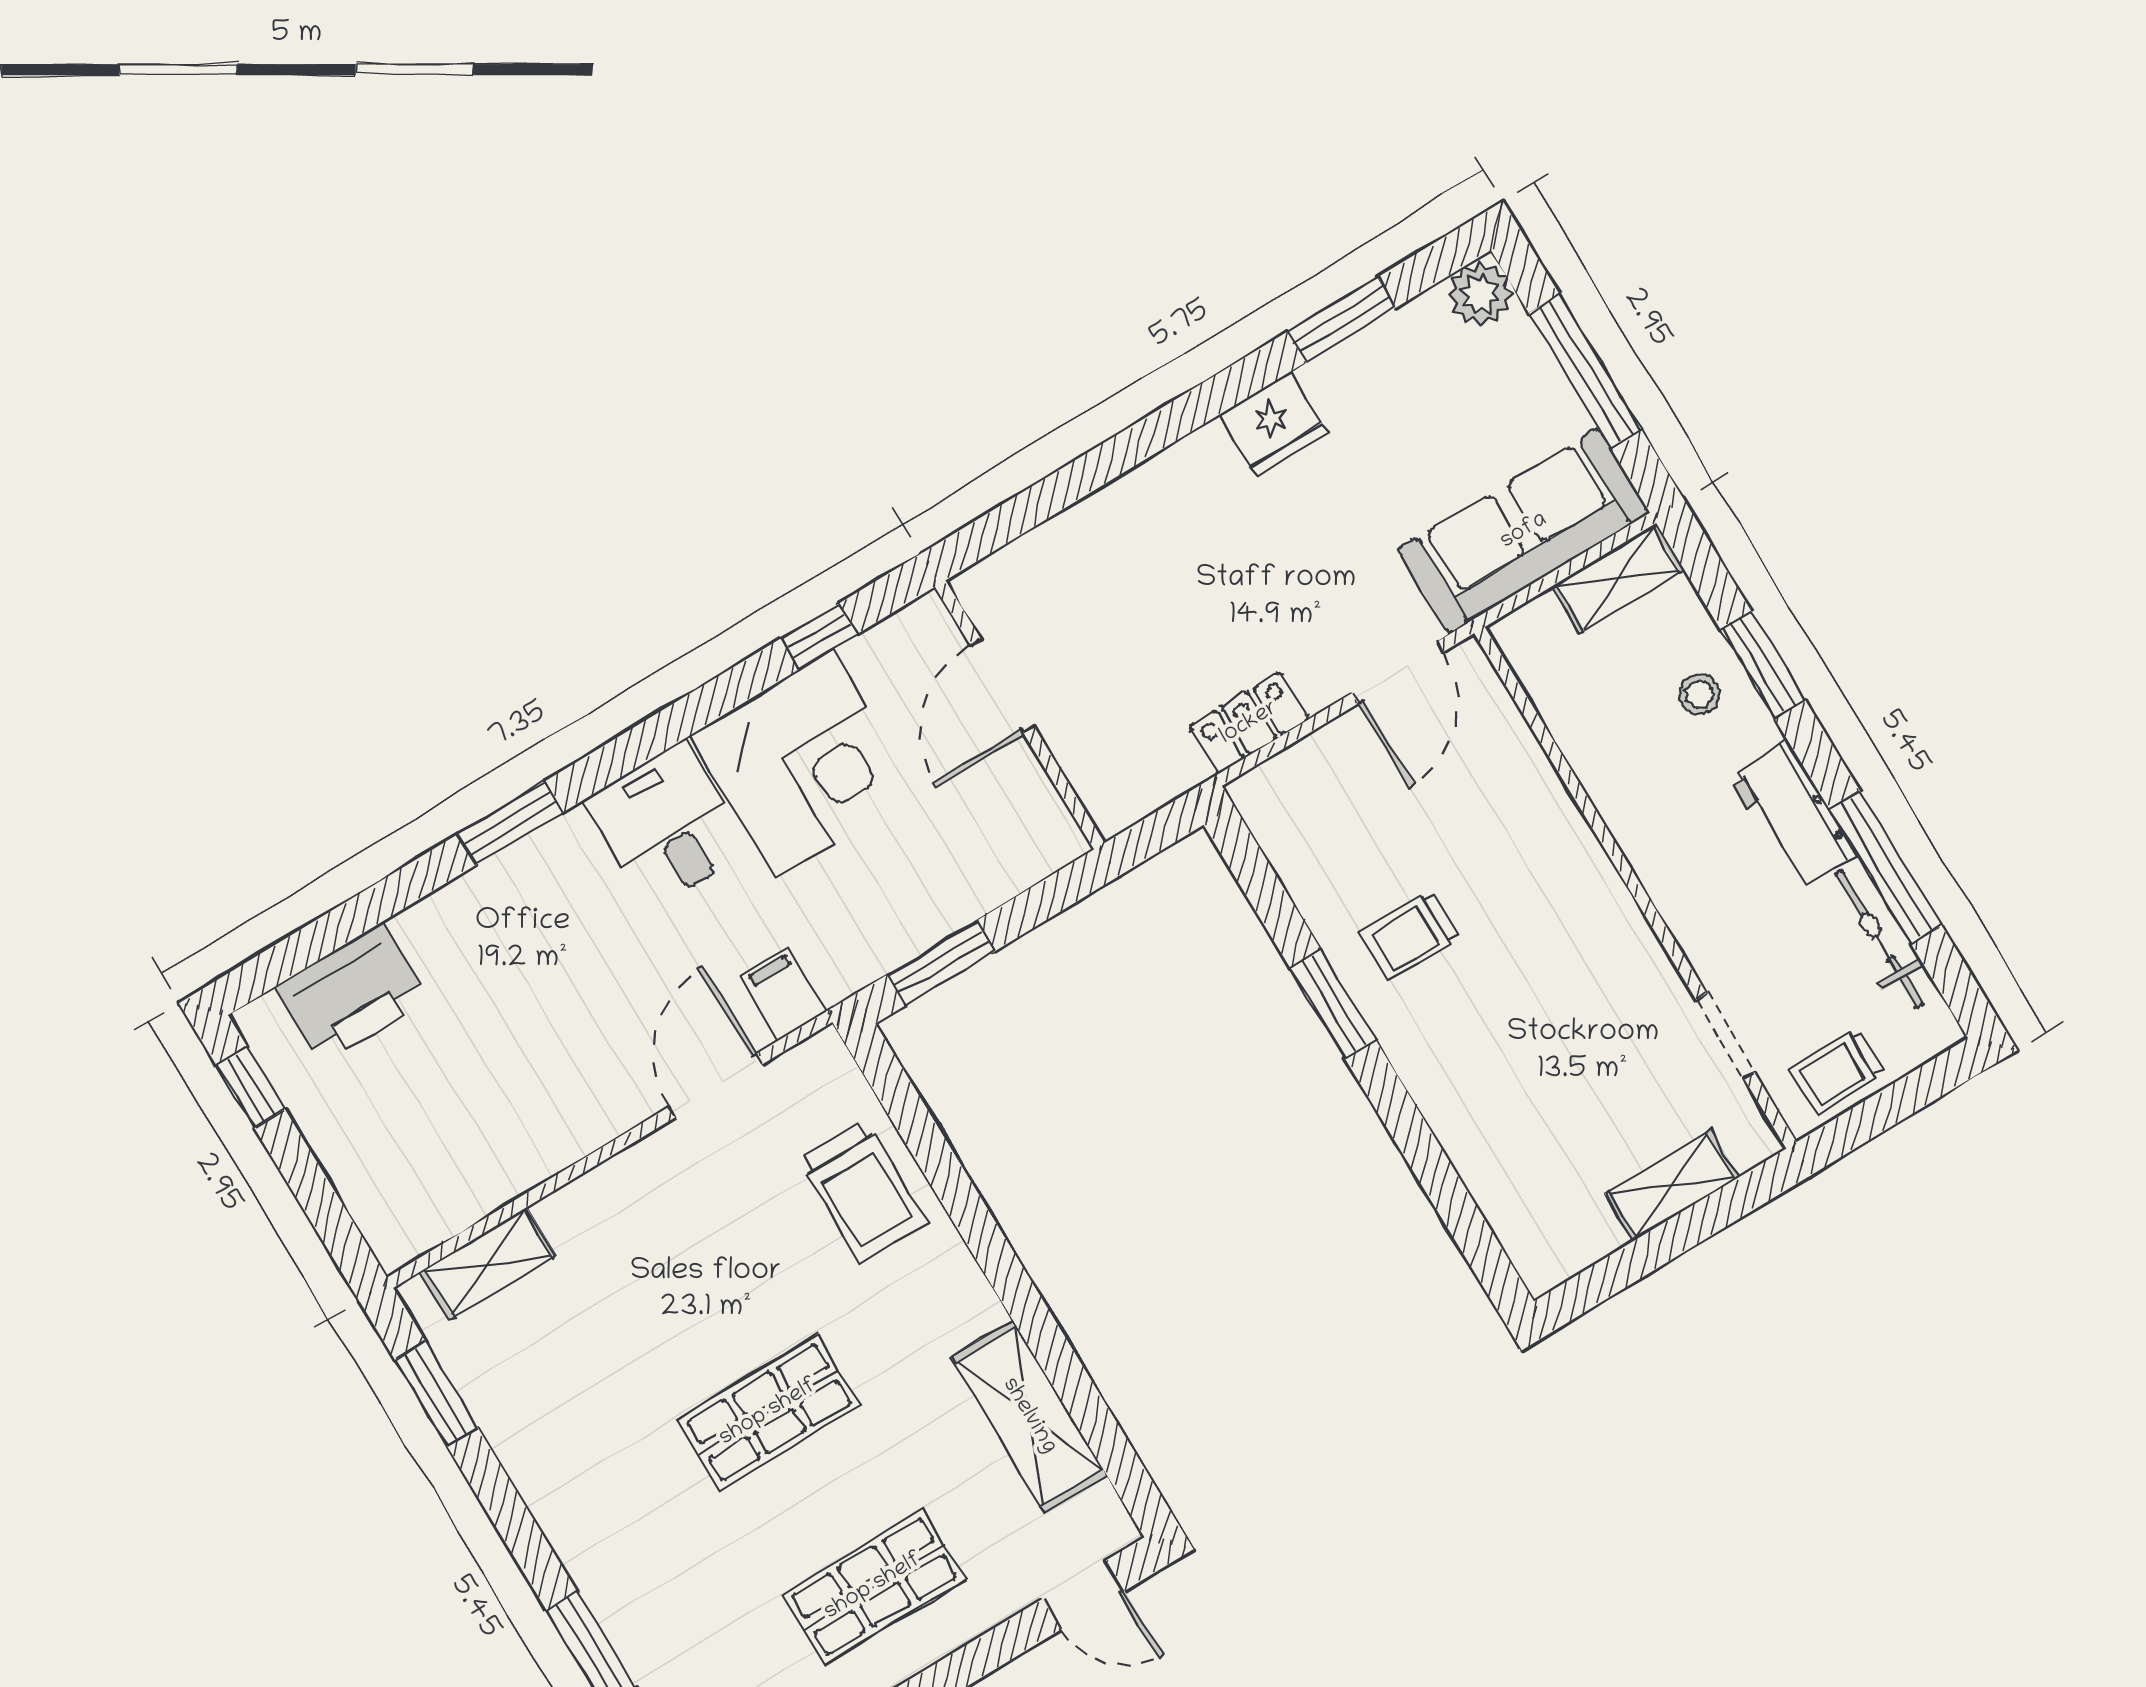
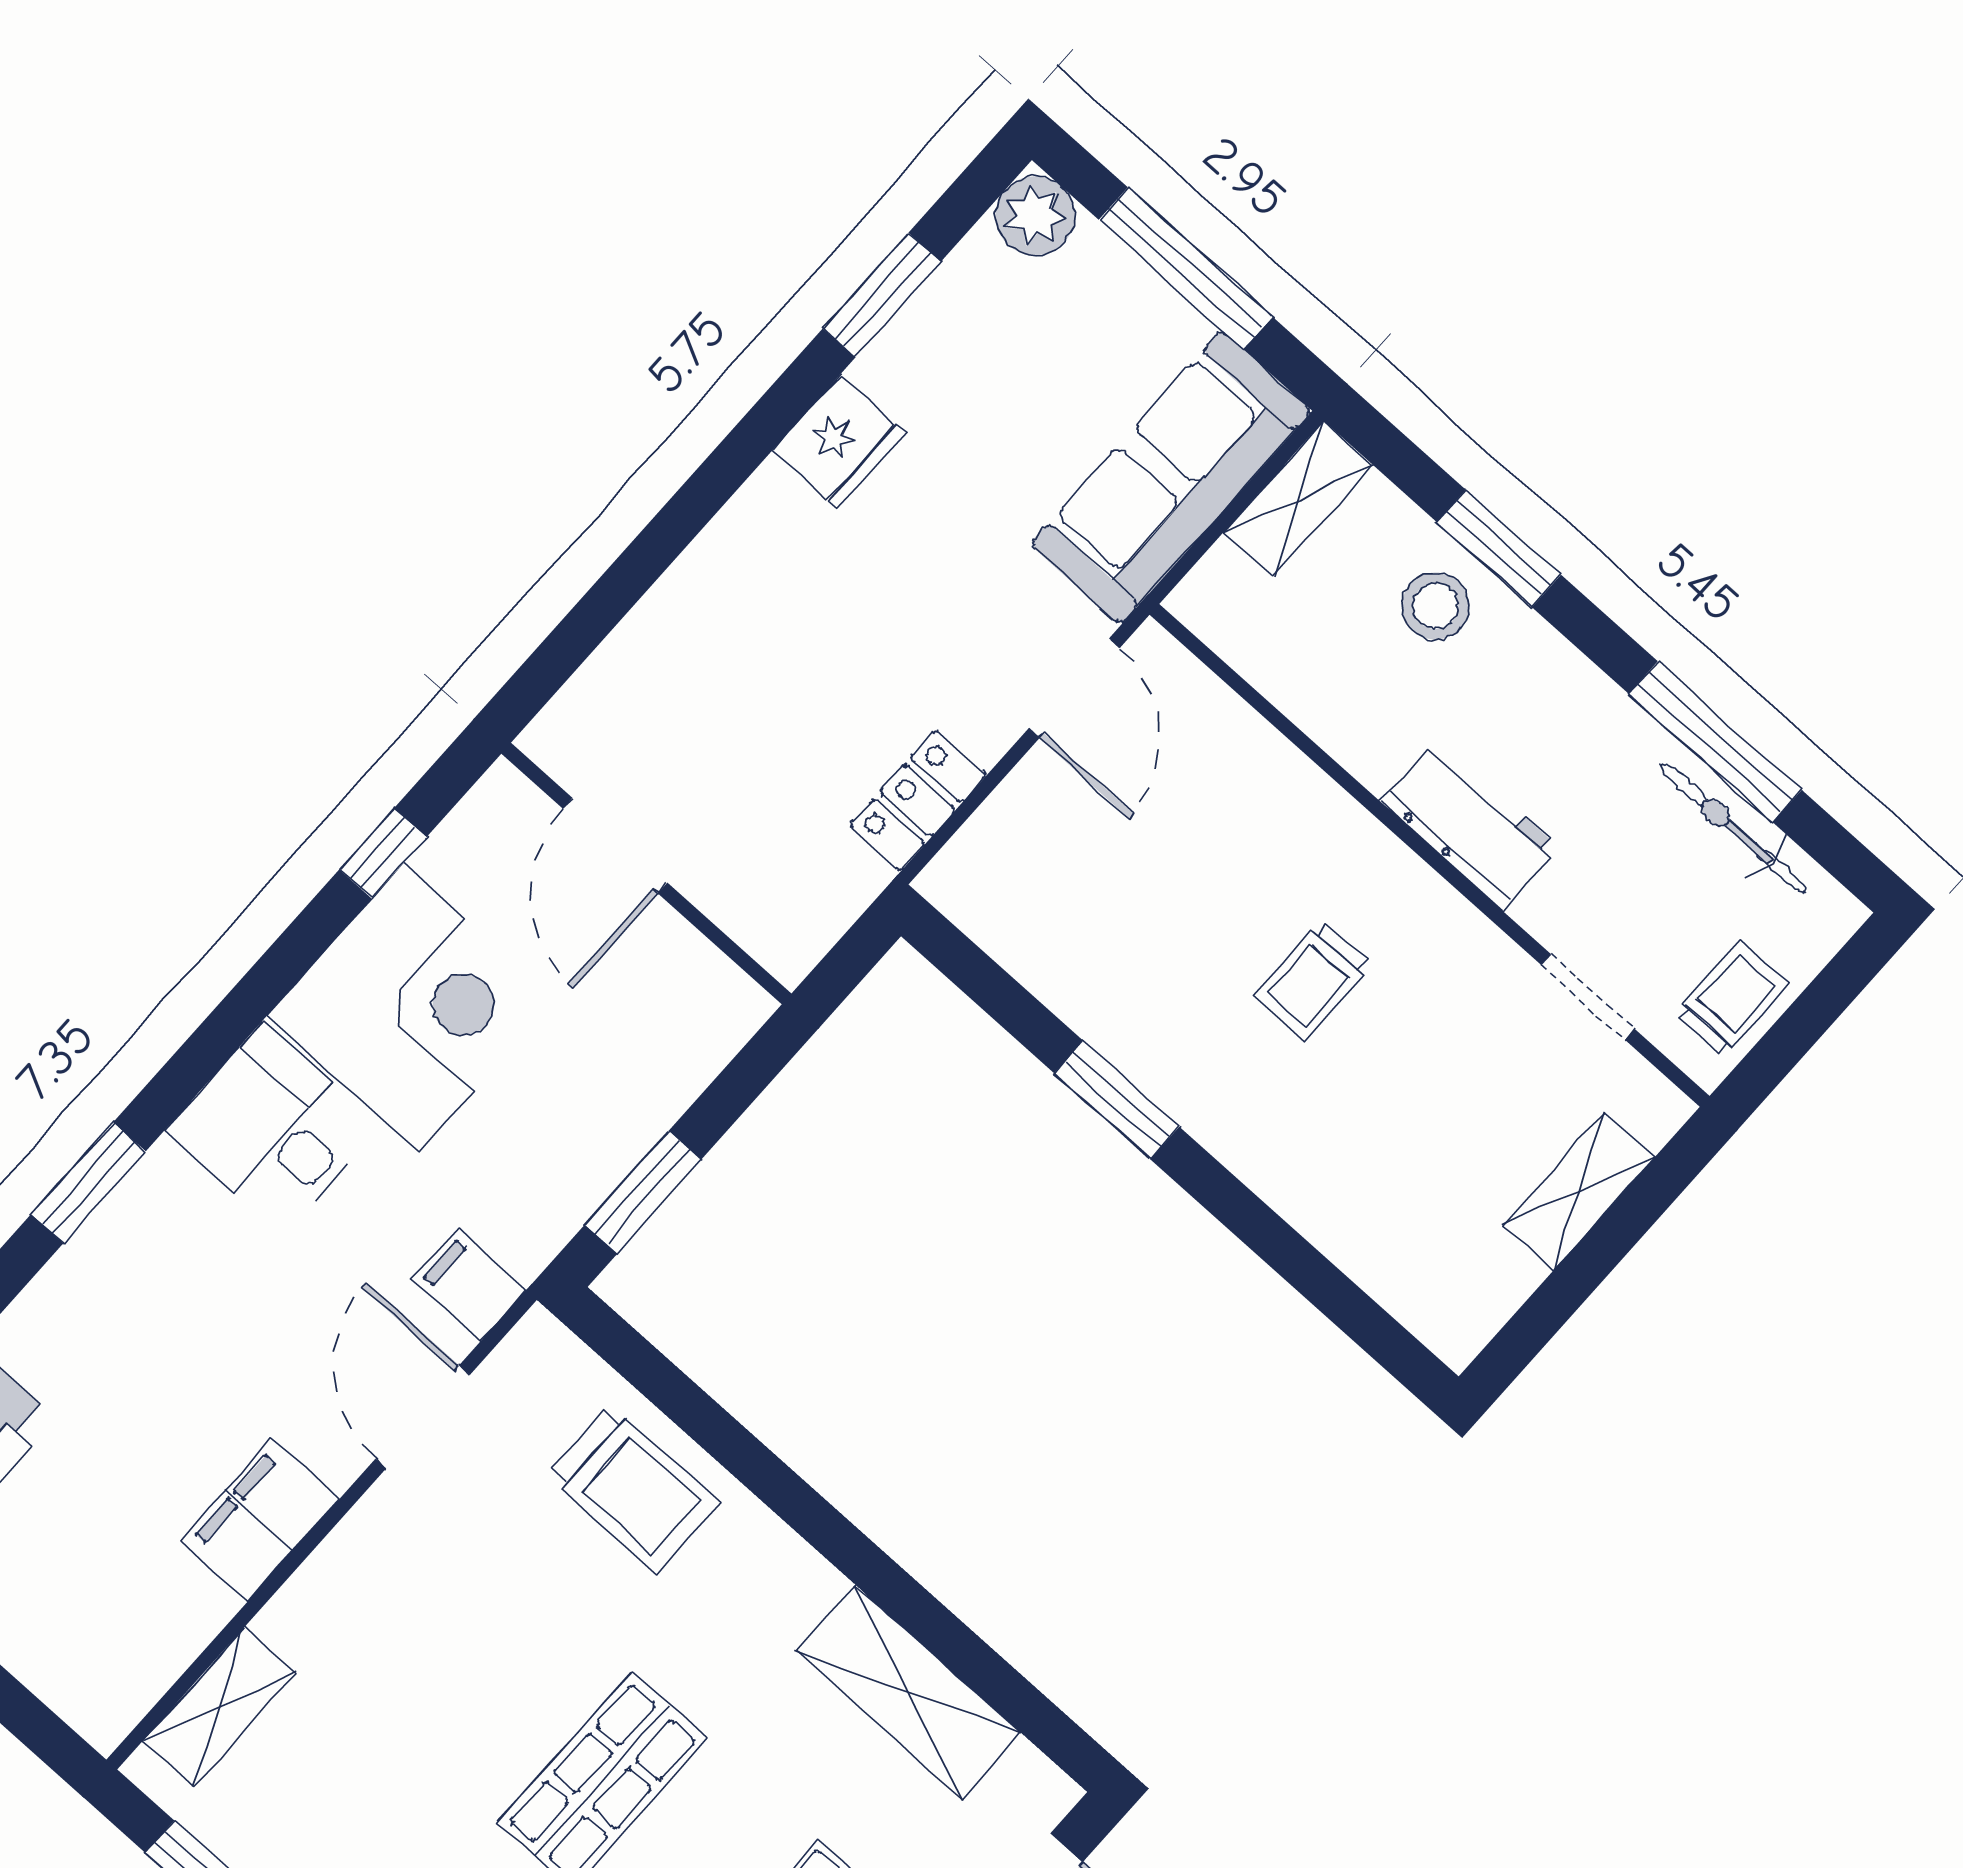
stool: (1700, 694) -> (1435, 606), width x1.37, depth x1.37
workbench: (1793, 815) -> (1469, 824), moved, turned 180
trolley: (1410, 935) -> (1313, 981), moved
trolley: (1837, 1071) -> (1732, 998), turned 180
filing cabinet: (563, 1127) -> (259, 1520), added

